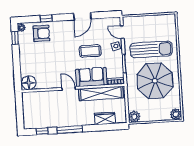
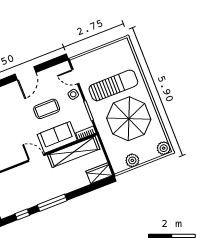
plant: (134, 117) -> (132, 160), moved
wardrobe: (105, 118) -> (99, 173), moved

